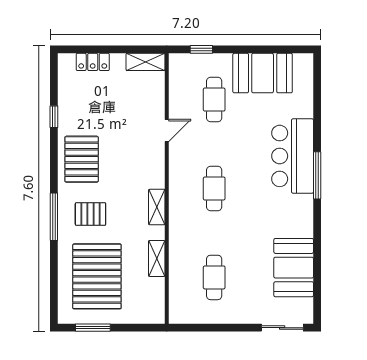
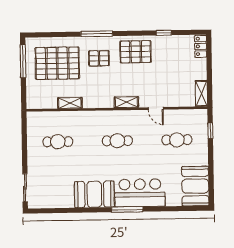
locker: (93, 62) -> (201, 46), moved
booth: (263, 73) -> (195, 186), moved
shelving: (157, 207) -> (126, 102), moved
pallet: (90, 214) -> (99, 58), turned 90
booth: (294, 268) -> (94, 194), moved
window: (93, 328) -> (23, 61), width x1.44

